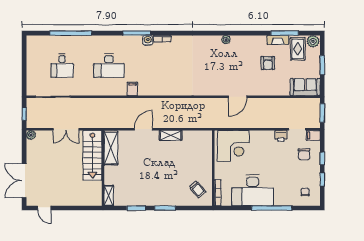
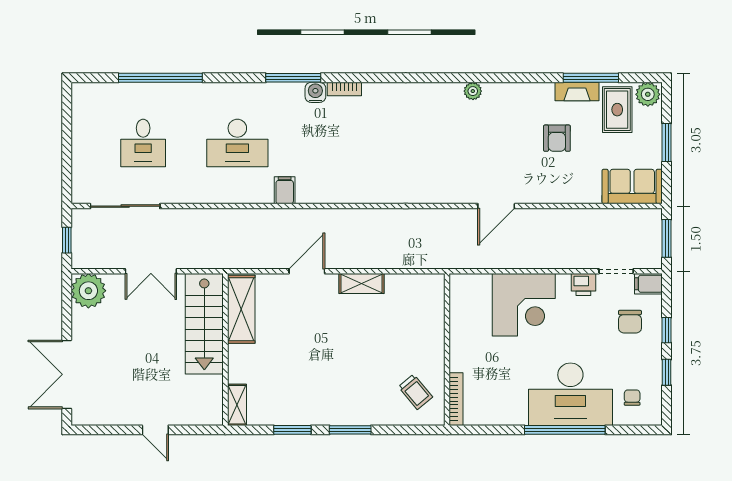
plant: (31, 135) -> (88, 291), width x1.88, depth x1.88
corner desk: (233, 146) -> (524, 305), moved
desk: (253, 190) -> (570, 394), moved
door: (44, 208) -> (155, 430), moved

